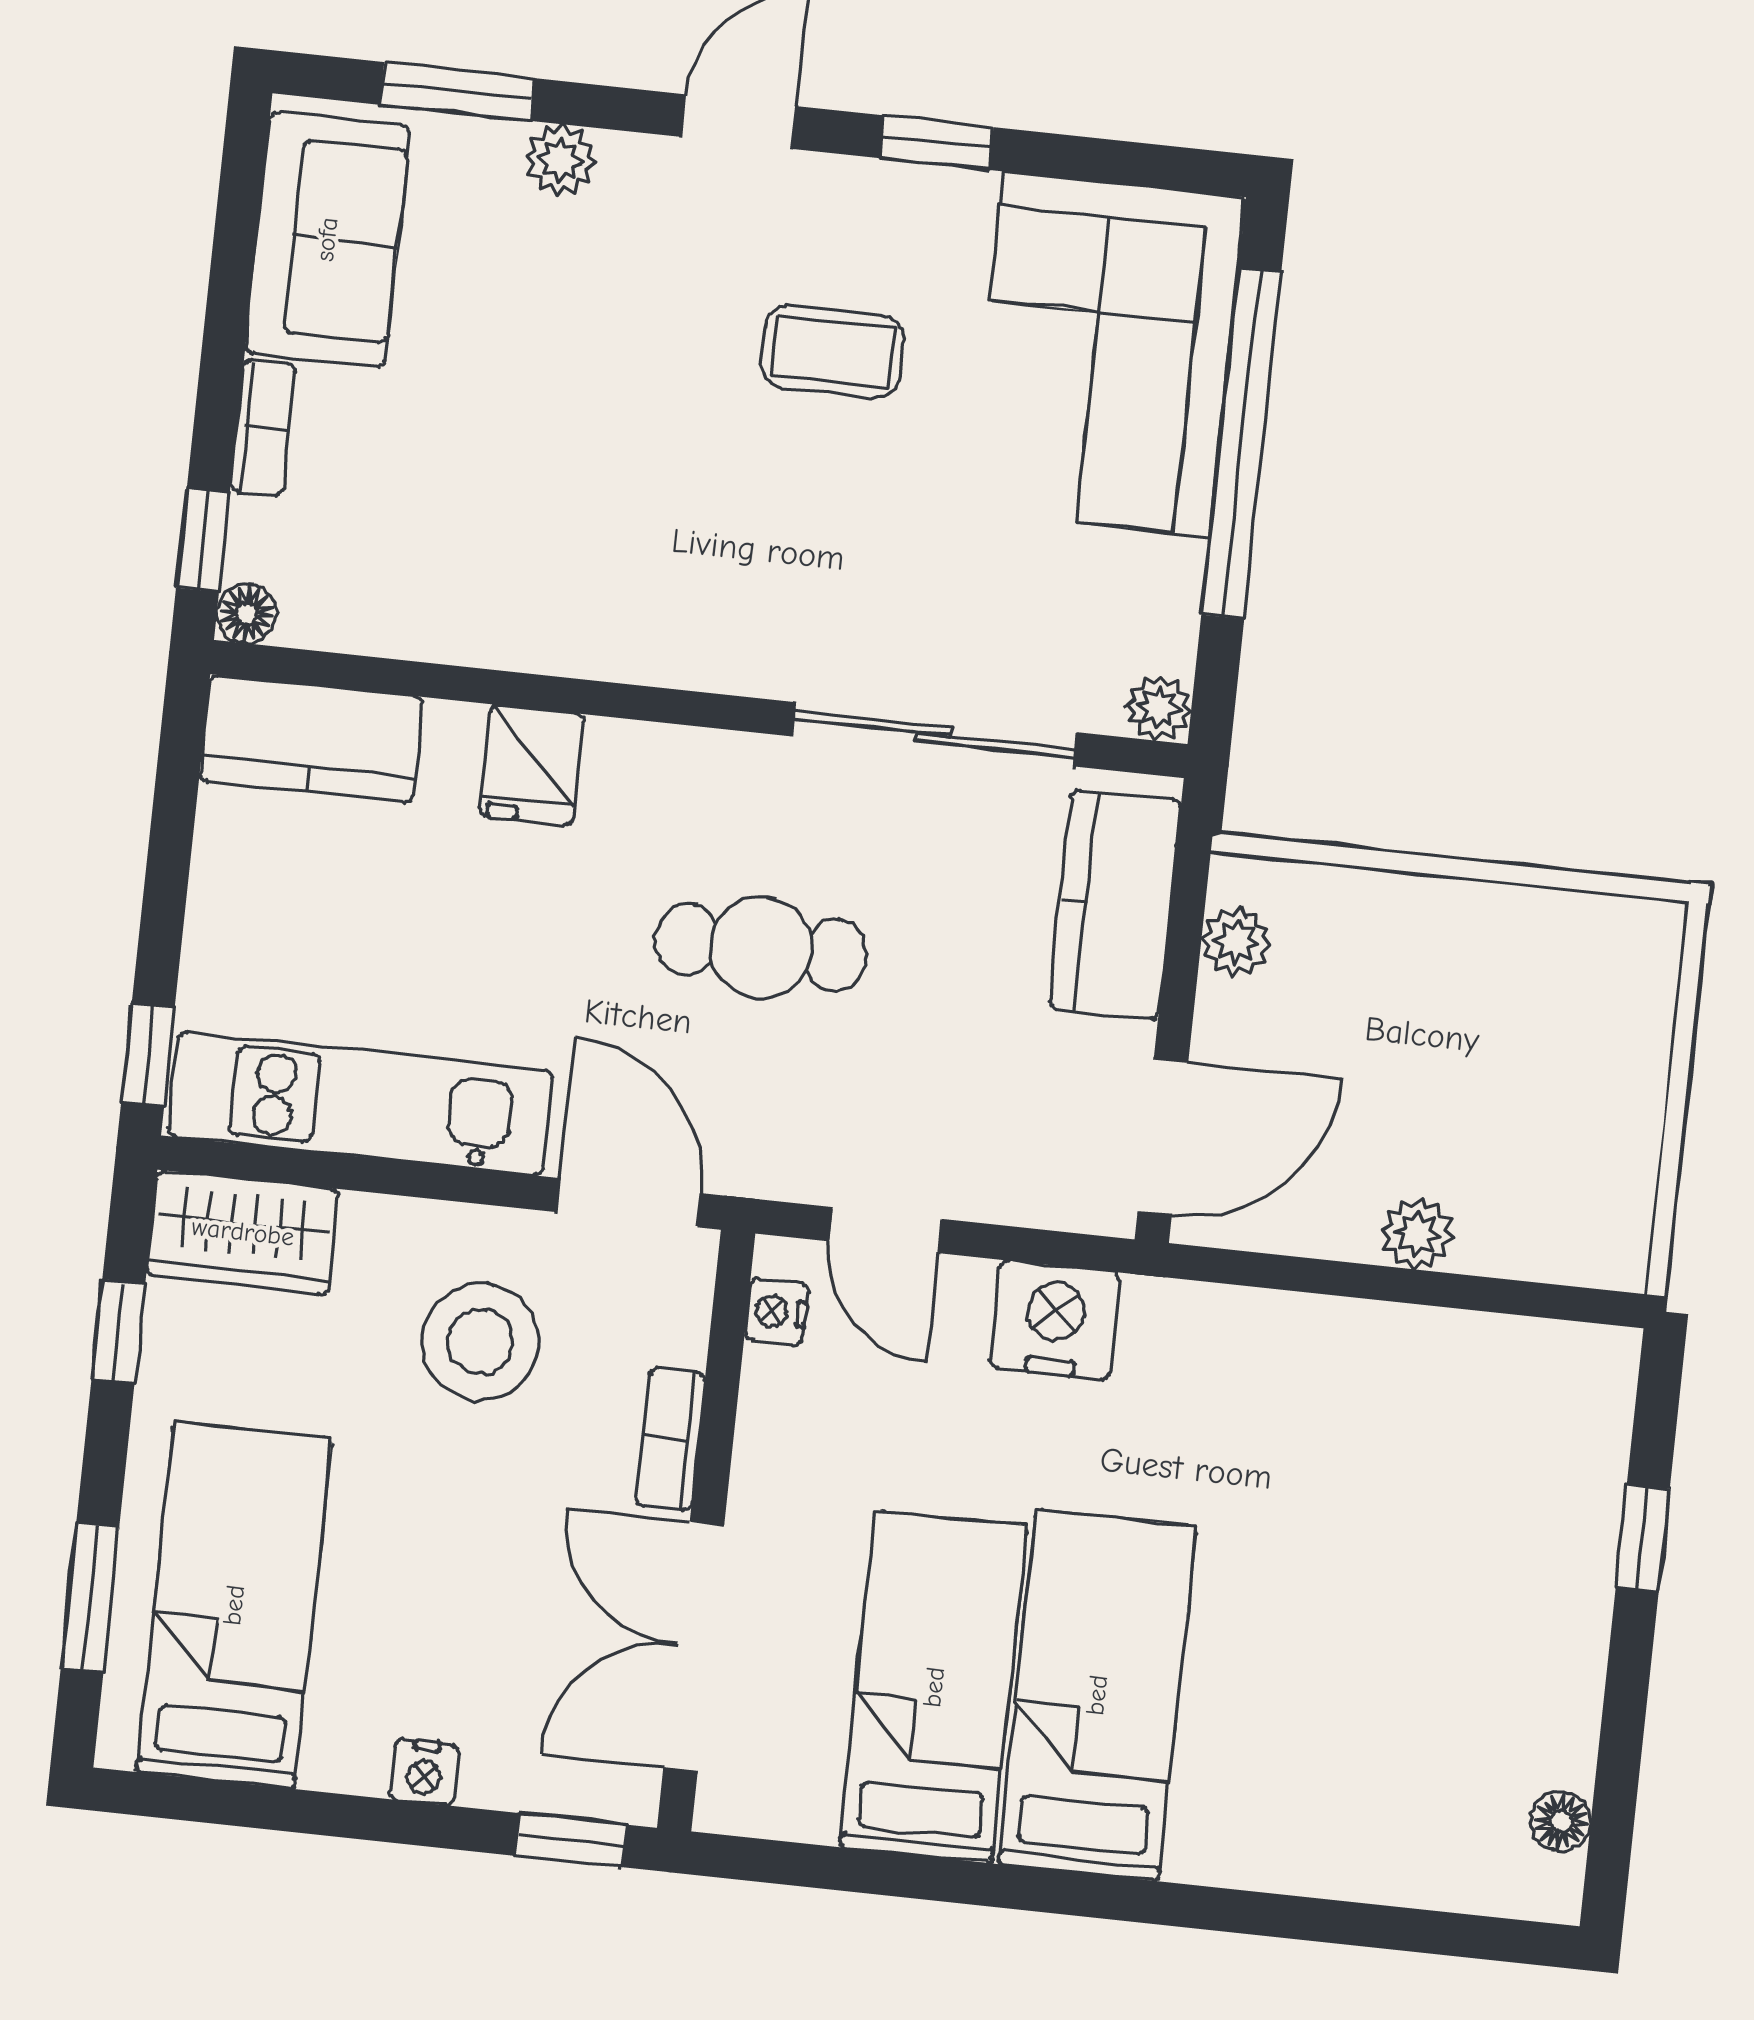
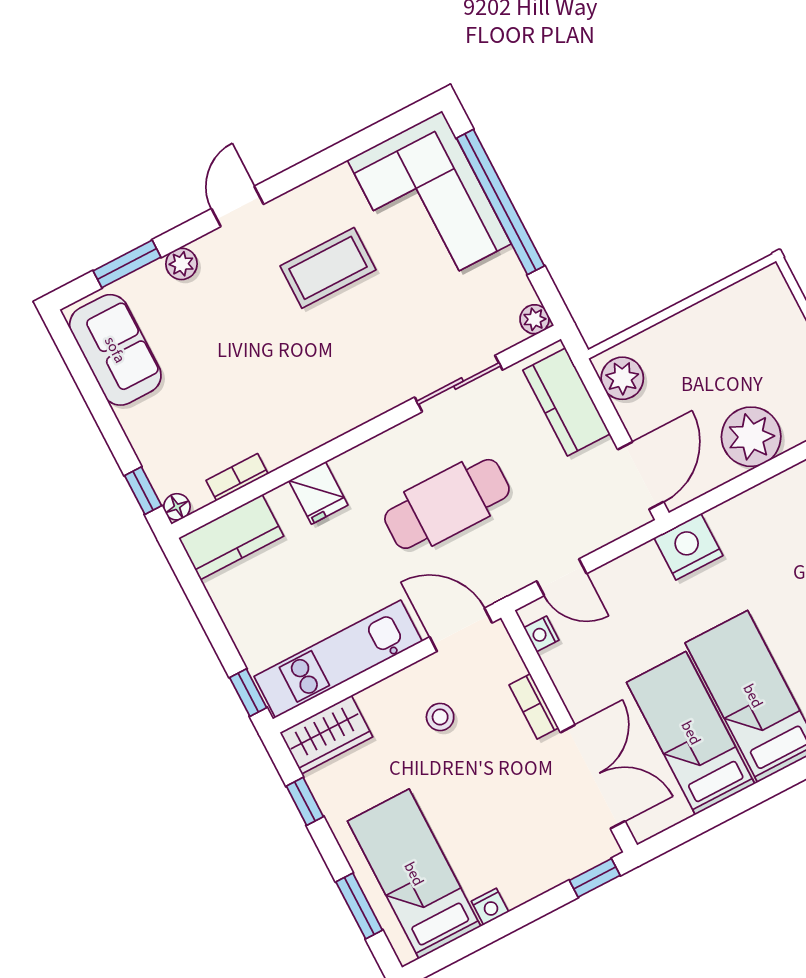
window: (936, 143) -> (315, 166), removed
coffee table: (832, 351) -> (328, 268), width x1.36, depth x1.30
bookcase: (263, 428) -> (237, 477), moved, turned -90
sliding door: (934, 734) -> (459, 384), width x0.73
plant: (1236, 942) -> (622, 378), width x1.38, depth x1.38
cafe table: (761, 947) -> (447, 504), width x1.37, depth x1.35
plant: (1417, 1234) -> (751, 437), width x1.87, depth x1.87
nightstand: (1055, 1320) -> (688, 547), moved
stool: (480, 1342) -> (440, 717), width x0.53, depth x0.53
double door: (694, 1646) -> (593, 777), swing flipped
nightstand: (424, 1772) -> (490, 907), moved

